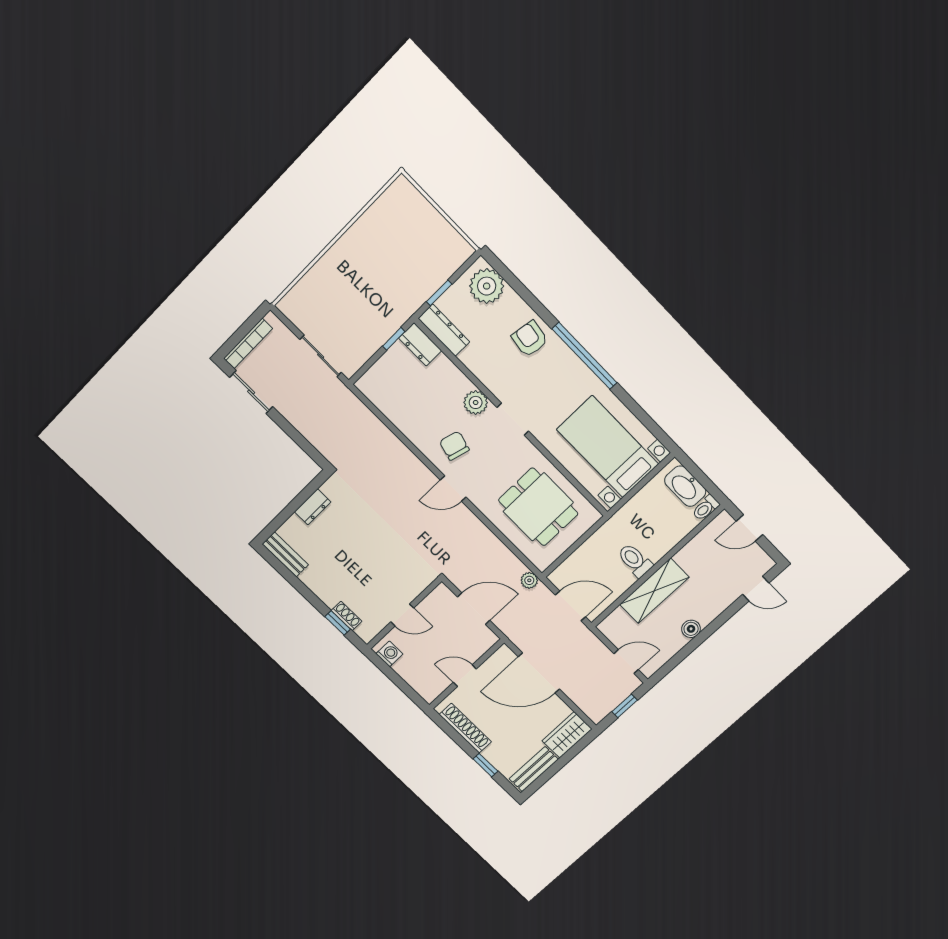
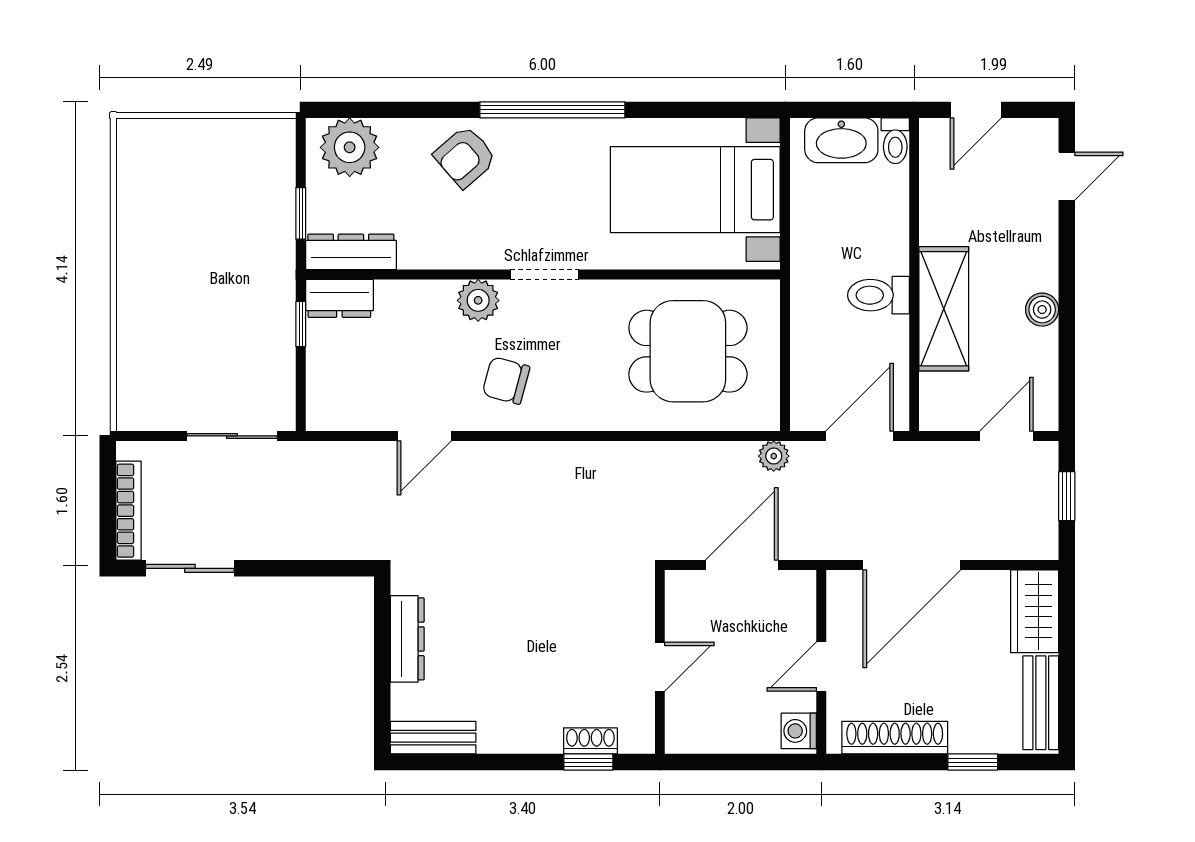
armchair: (530, 339) -> (465, 157), turned -50
door: (453, 489) -> (424, 436), moved
dresser: (313, 507) -> (407, 639), width x1.44
washing machine: (389, 654) -> (799, 731), moved, turned -90

